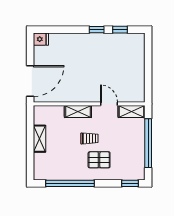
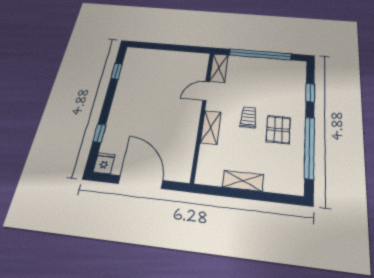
window: (97, 30) -> (99, 133), moved
door: (30, 81) -> (141, 182), moved
pallet: (99, 160) -> (278, 130), moved
window: (130, 183) -> (310, 93), moved

